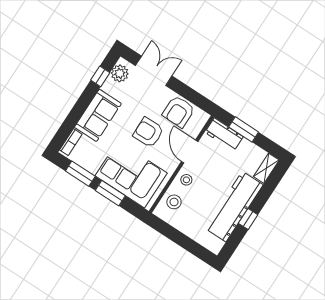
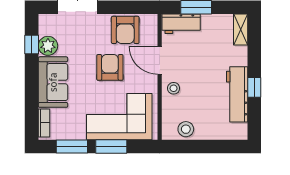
plant: (120, 73) -> (48, 46), moved
armchair: (148, 132) -> (110, 67), turned 91
stool: (174, 202) -> (186, 129), moved
workbench: (234, 207) -> (237, 94), width x0.73, depth x0.76

